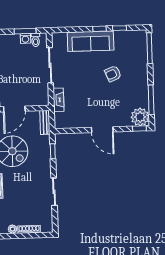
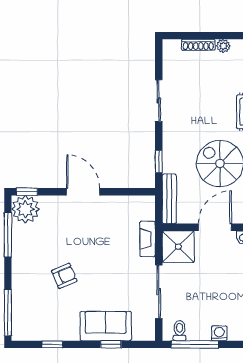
window: (100, 29) -> (111, 344), moved
window: (25, 31) -> (195, 344), width x1.44
washing machine: (25, 38) -> (219, 333), moved
sofa: (91, 41) -> (106, 326), width x0.73
shower: (38, 95) -> (178, 247), added
bench: (45, 122) -> (169, 199), width x1.36

